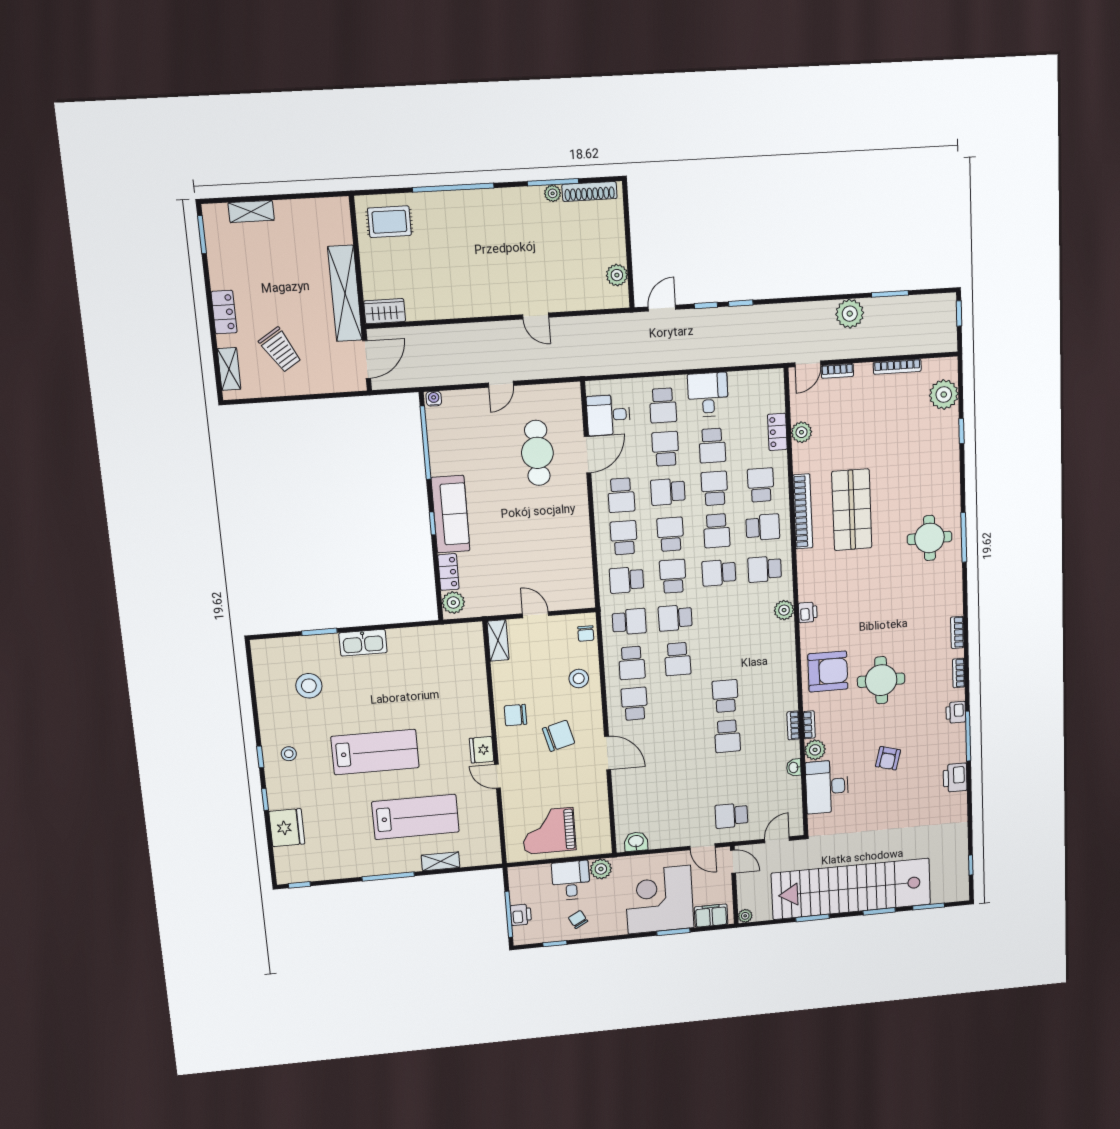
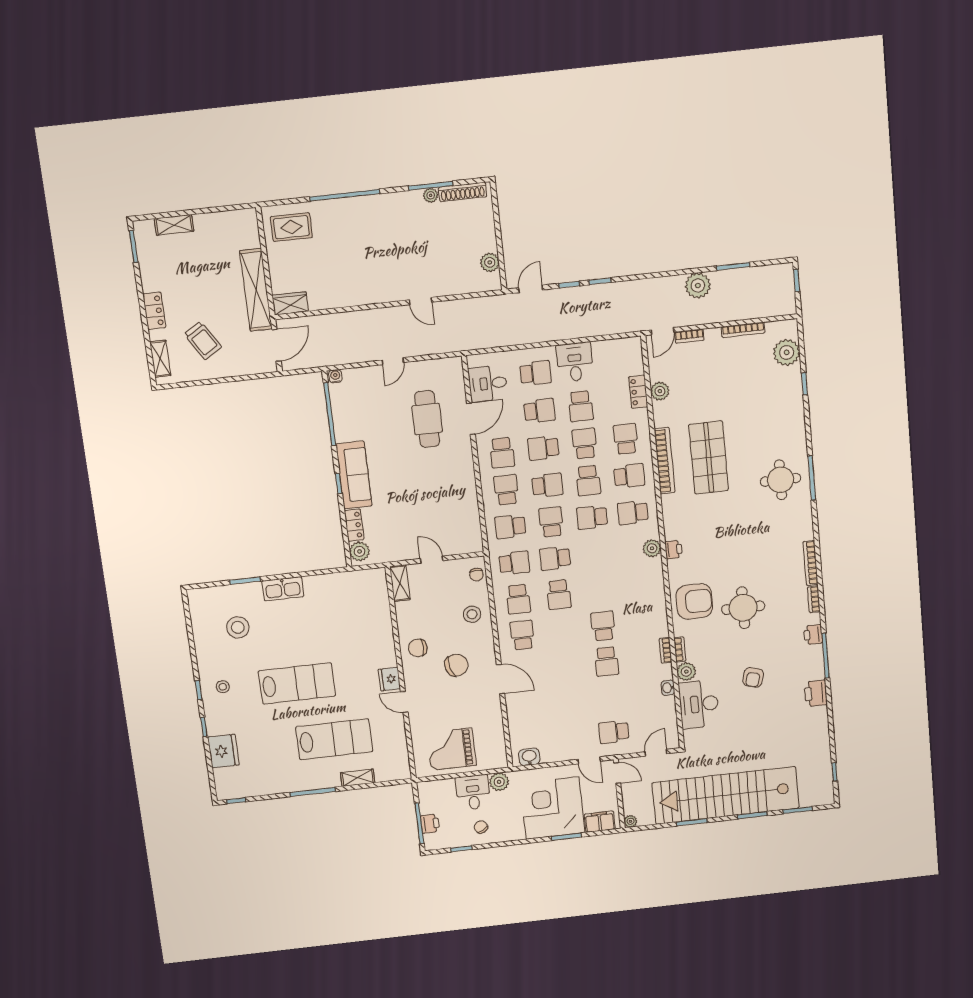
school desk: (663, 405) -> (535, 373), turned -90
school desk: (665, 449) -> (539, 411), turned 90
school desk: (670, 534) -> (547, 485), turned 90
bookcase: (957, 632) -> (811, 563), width x1.56

